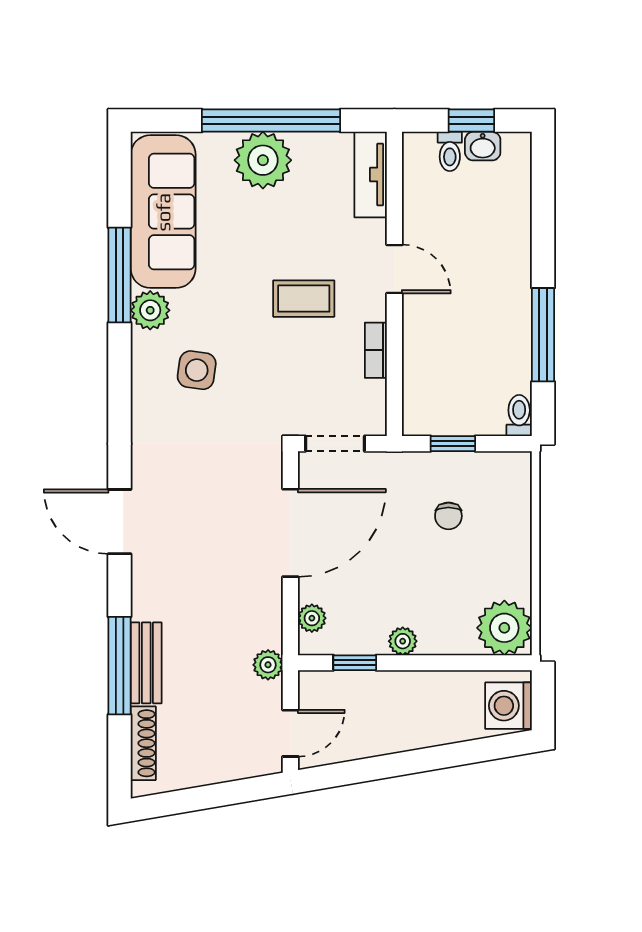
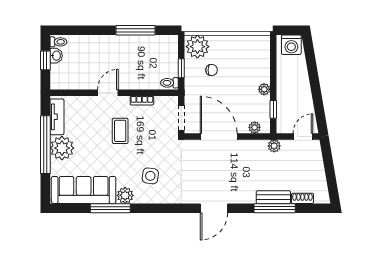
toilet: (450, 151) -> (58, 42), moved
tv unit: (371, 174) -> (57, 117), moved, turned -90
toilet: (519, 416) -> (169, 83), moved
plant: (504, 628) -> (197, 47), moved
door: (290, 733) -> (303, 136), hinge flipped
shoe rack: (143, 743) -> (302, 198), width x0.70

